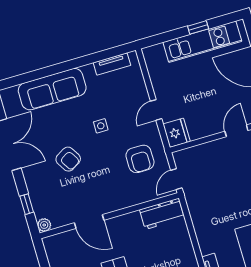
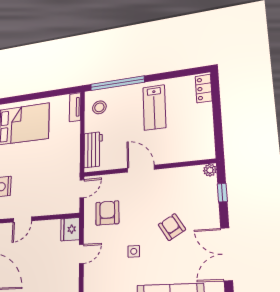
workbench: (162, 214) -> (93, 150), moved, turned 90
door: (89, 222) -> (141, 169), moved

